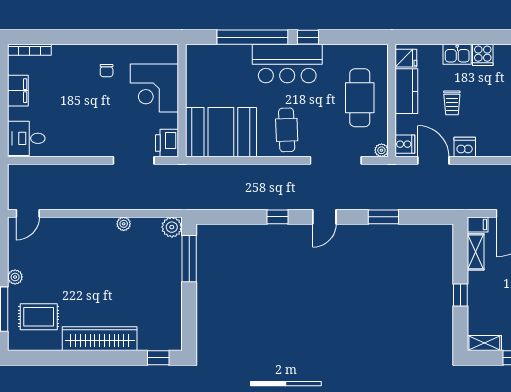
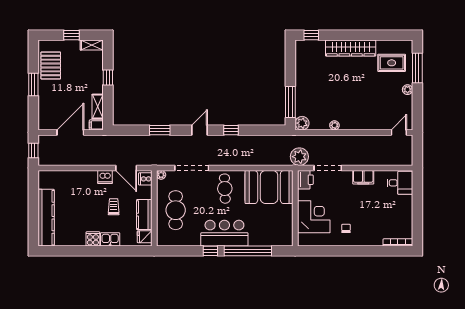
filing cabinet: (18, 91) -> (363, 177), moved, turned -90
plant: (176, 177) -> (299, 157), added

